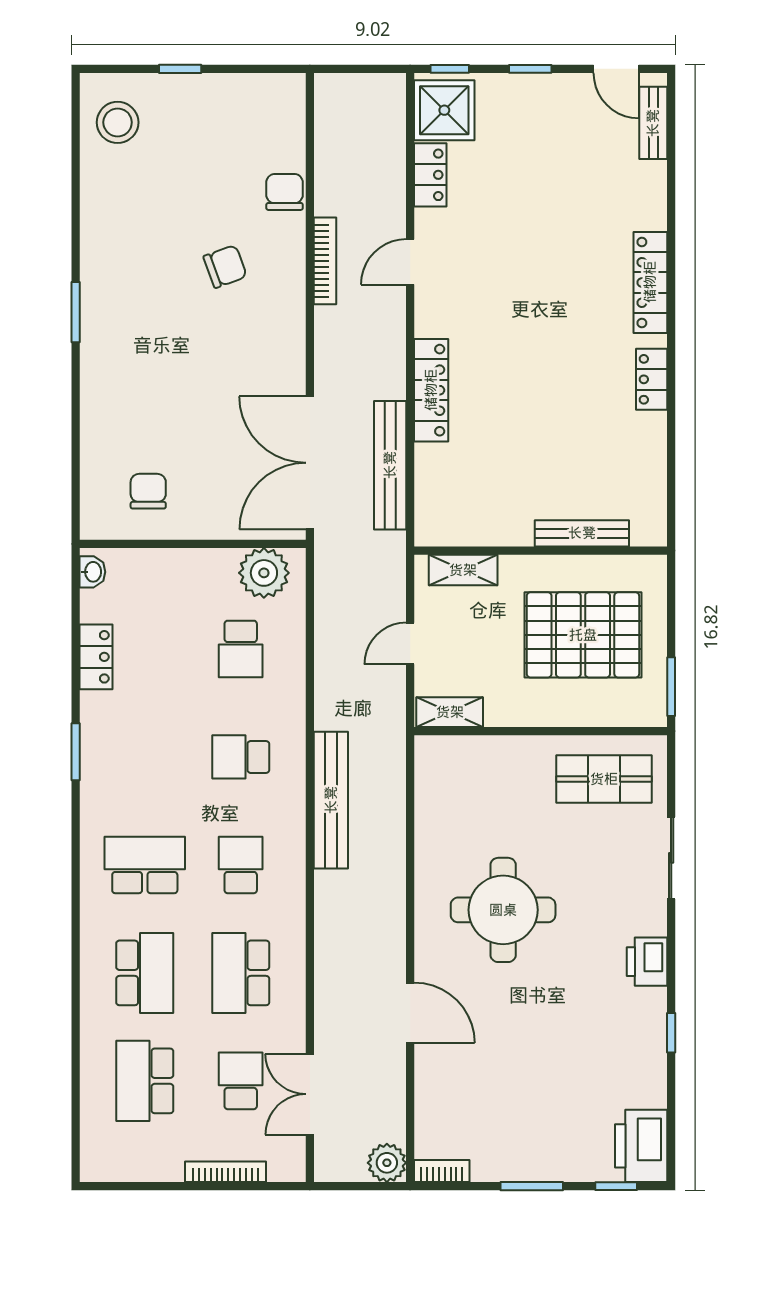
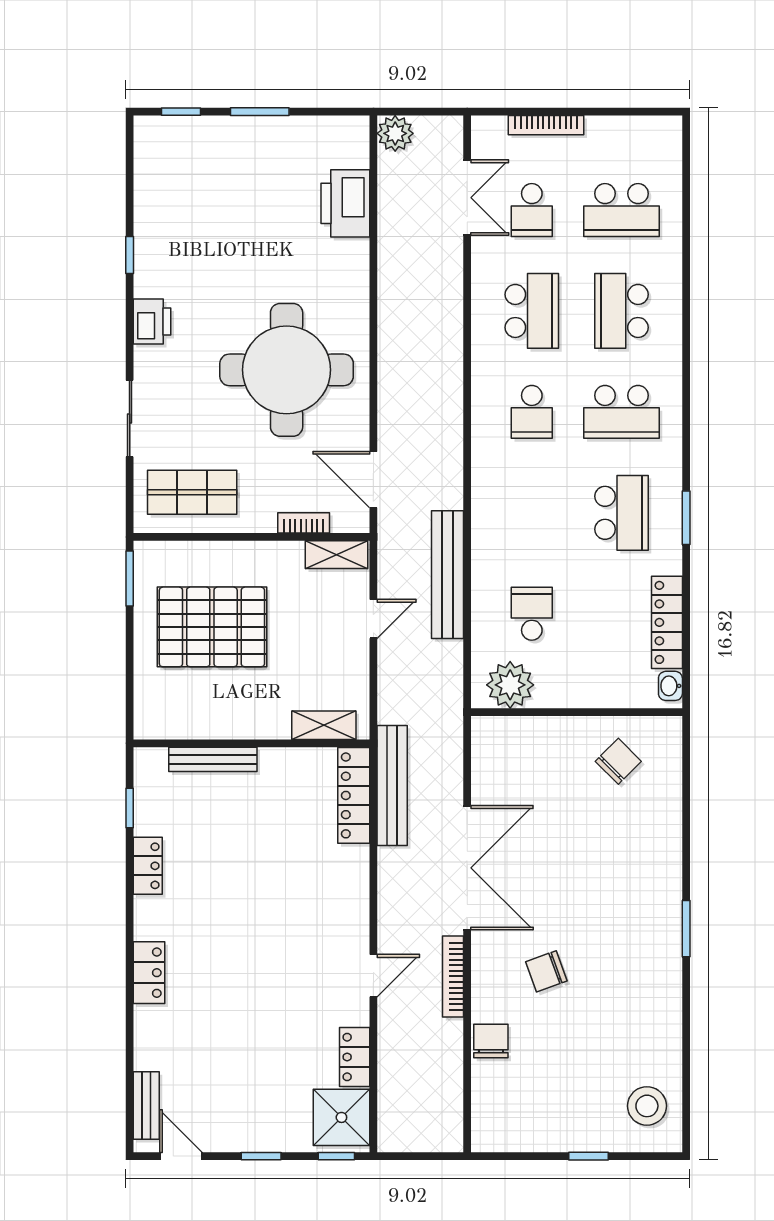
chair: (285, 192) -> (491, 1041), turned 180
locker: (650, 282) -> (149, 973), width x0.66
locker: (431, 390) -> (354, 795), moved
window: (671, 441) -> (130, 808), added
double door: (310, 463) -> (467, 868), moved
chair: (148, 491) -> (618, 761), turned -135
bench: (582, 533) -> (213, 759), moved
wall: (541, 551) -> (251, 743), moved
shelving: (463, 570) -> (324, 725), moved
locker: (96, 657) -> (667, 622), width x1.53
school desk: (241, 757) -> (621, 513), moved, width x1.85
bench: (331, 800) -> (448, 575), moved
round table: (503, 910) -> (287, 370), width x1.36, depth x1.36
door: (410, 1013) -> (373, 480), moved
school desk: (145, 1081) -> (621, 210), turned 90
printer: (641, 1146) -> (345, 203), moved, turned 180
bookcase: (442, 1171) -> (304, 523), moved, turned 180

